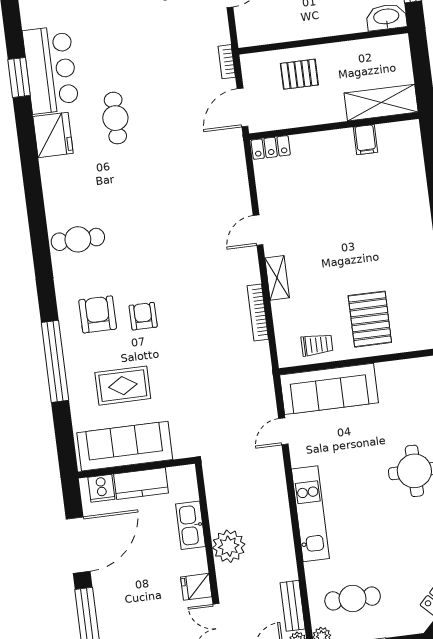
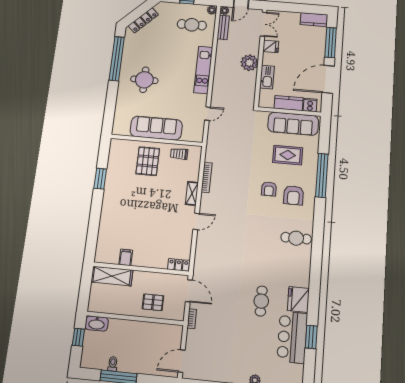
door: (242, 107) -> (189, 291), hinge flipped
sofa: (329, 389) -> (156, 128), moved

